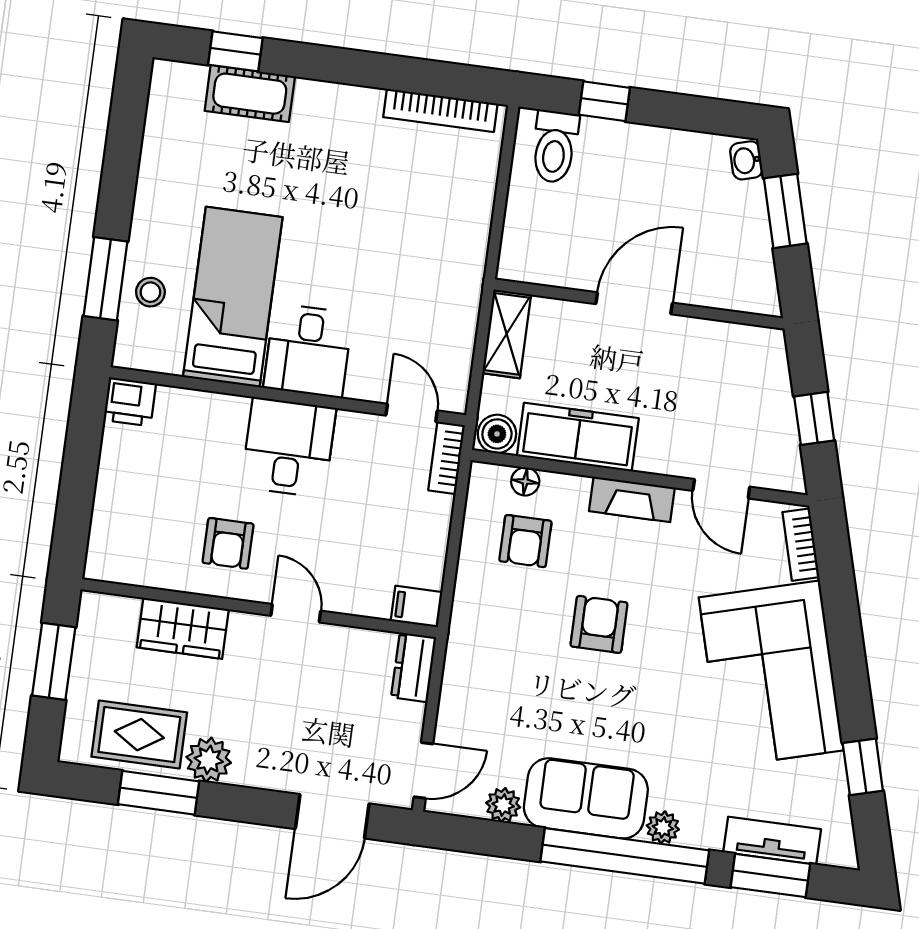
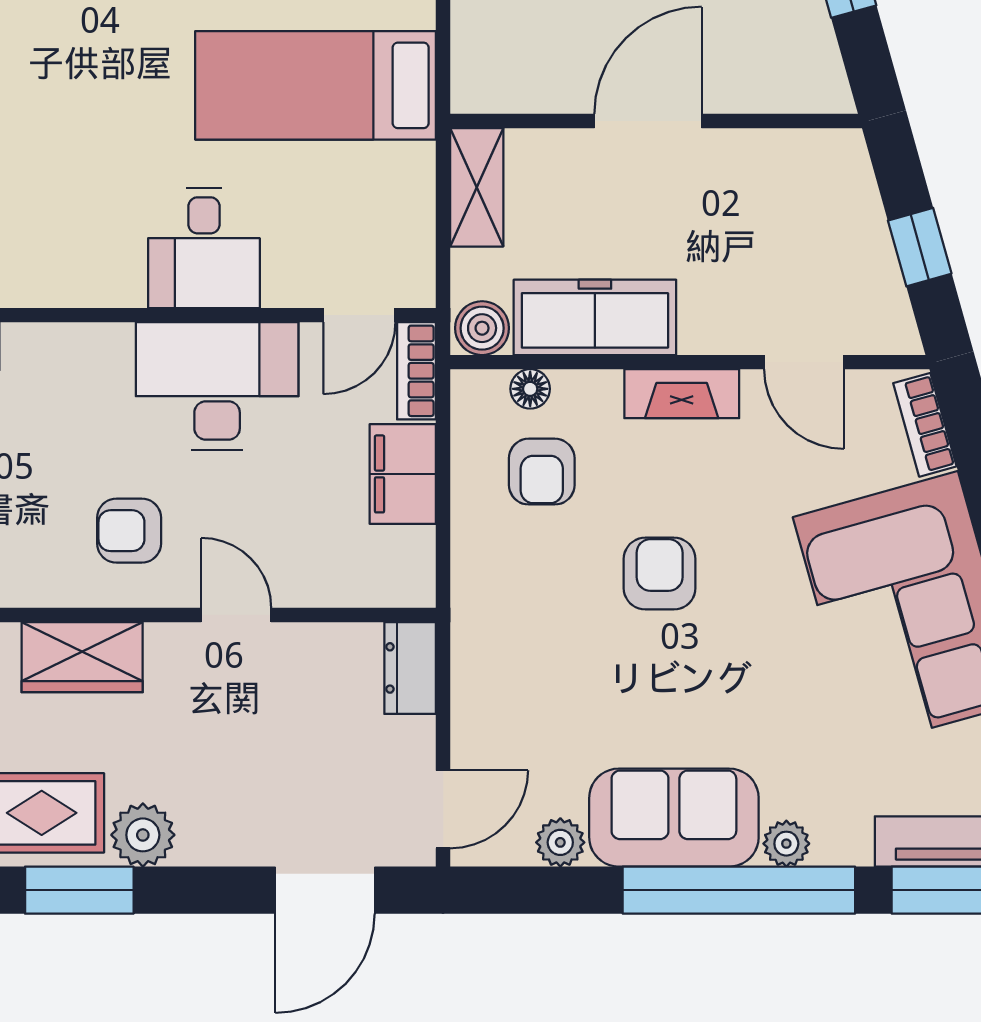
bed: (233, 297) -> (316, 85), moved, turned -90
door: (412, 413) -> (359, 315), swing flipped
desk: (289, 447) -> (217, 386), width x1.37
armchair: (228, 543) -> (129, 531), turned 90
filing cabinet: (417, 607) -> (403, 474), moved, width x2.00

